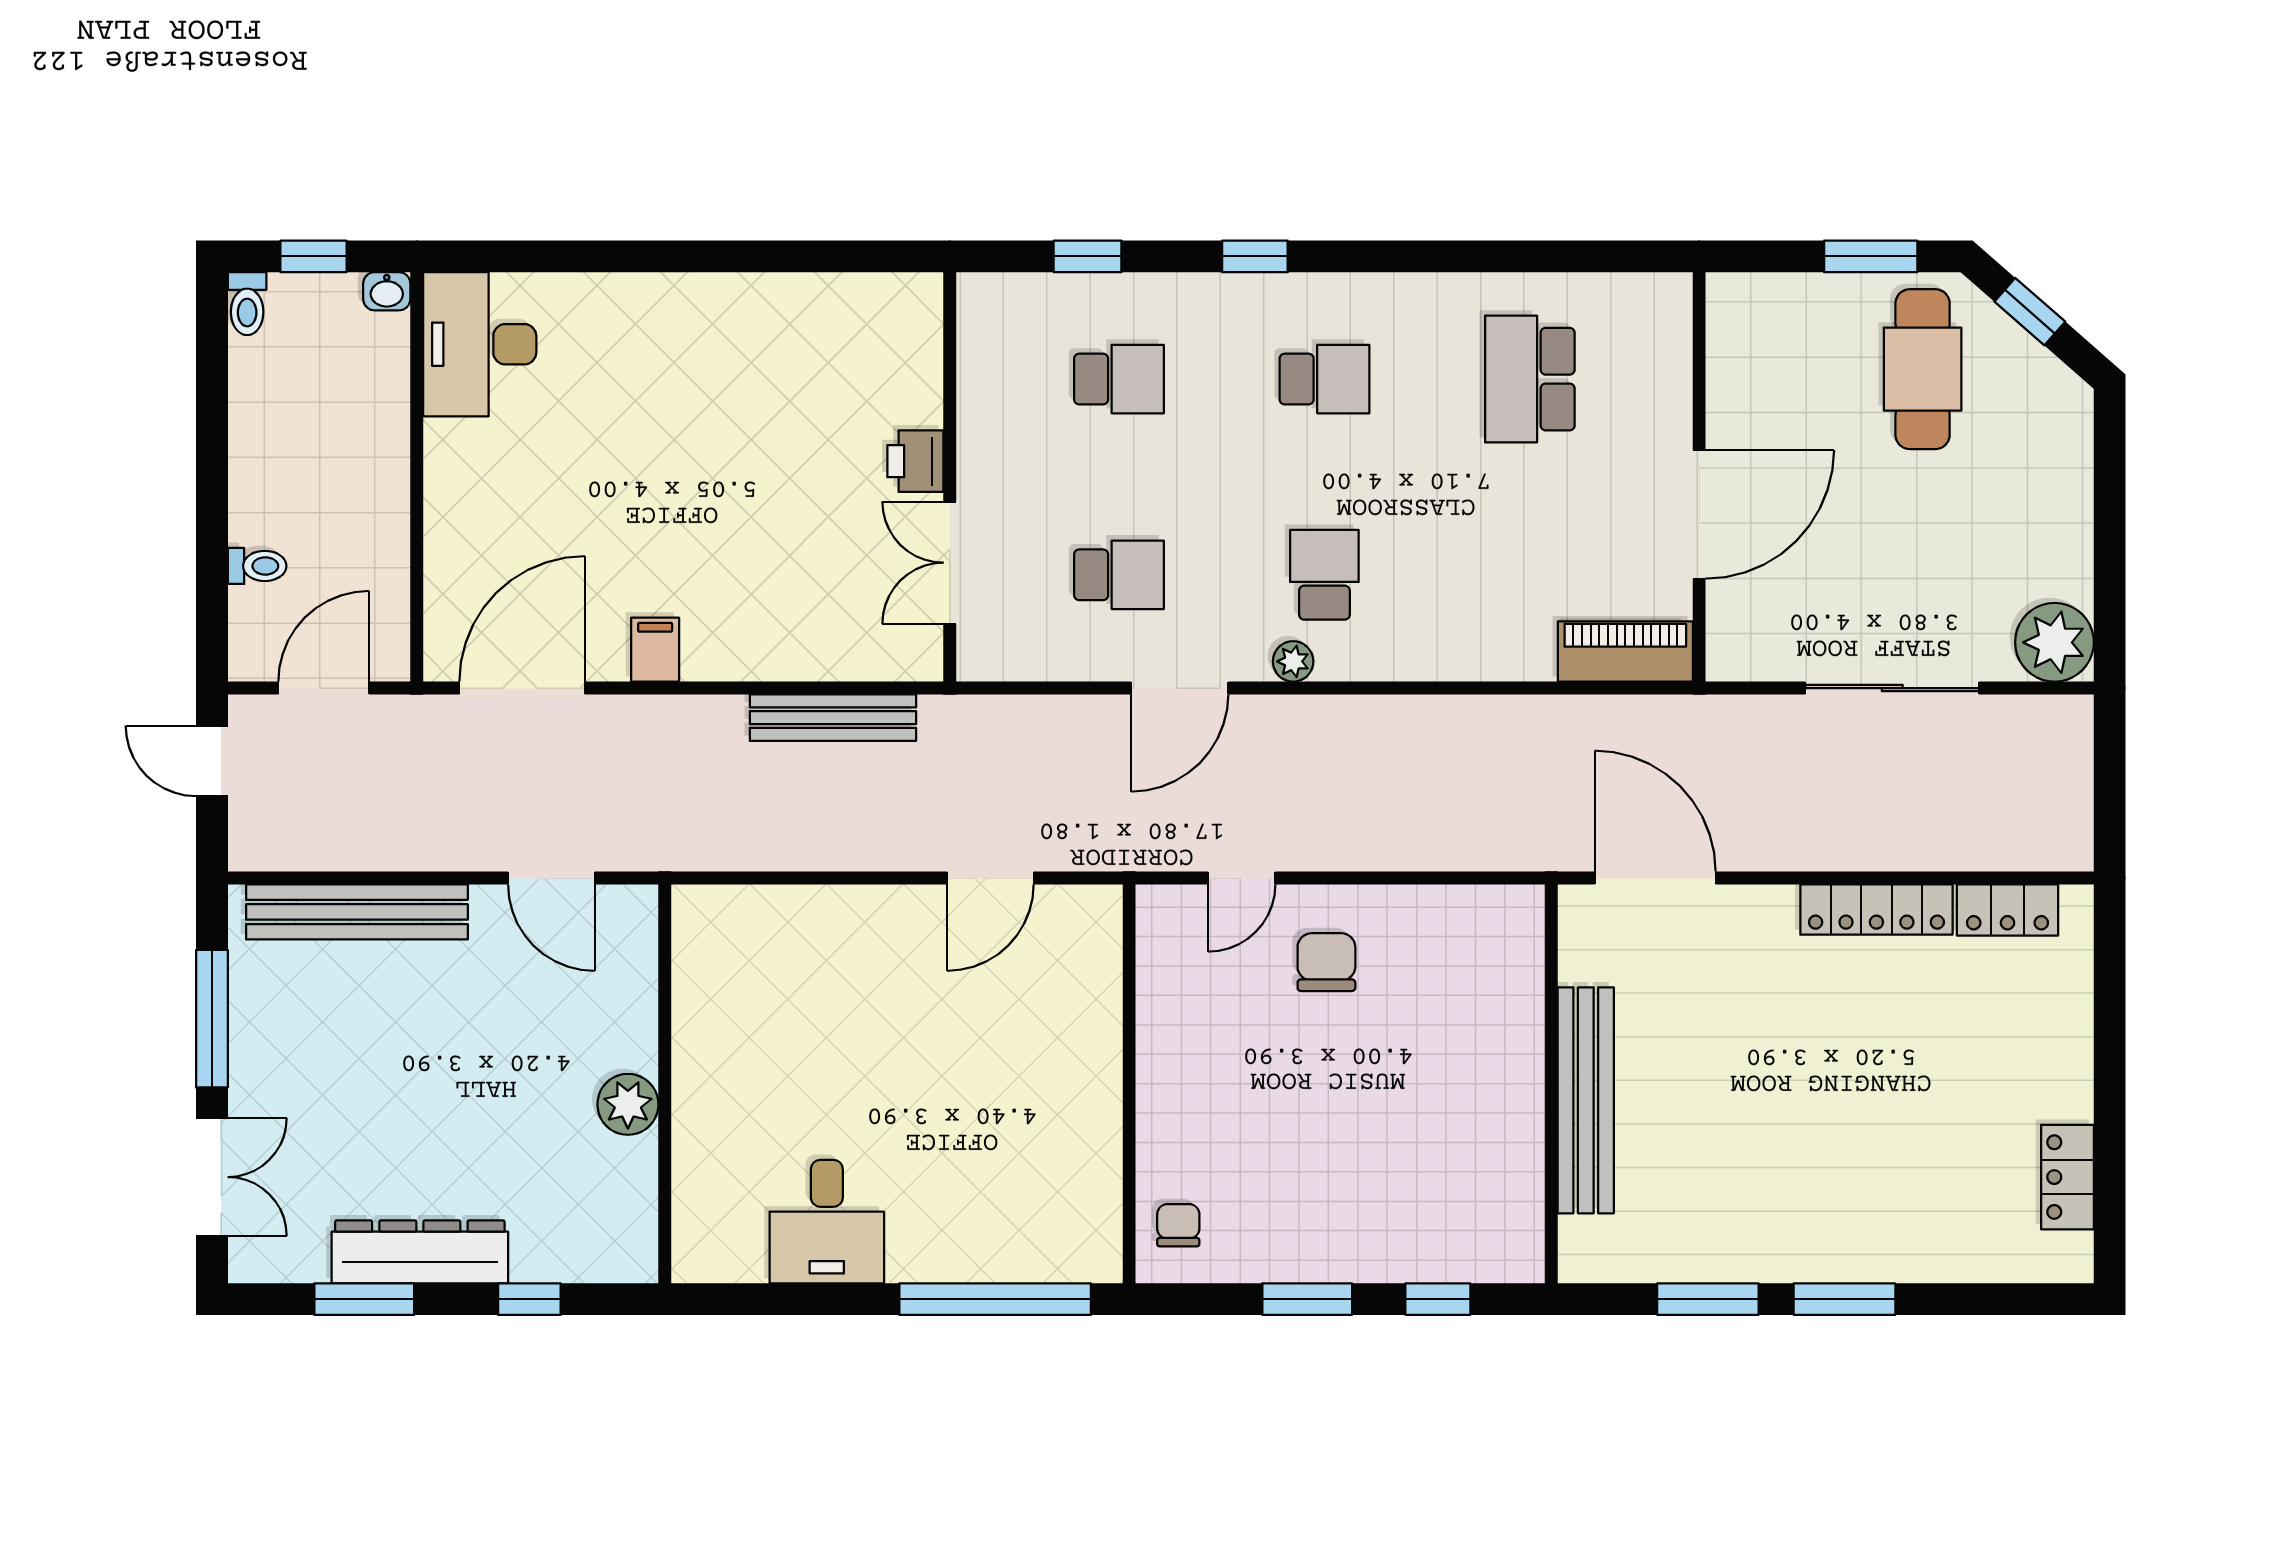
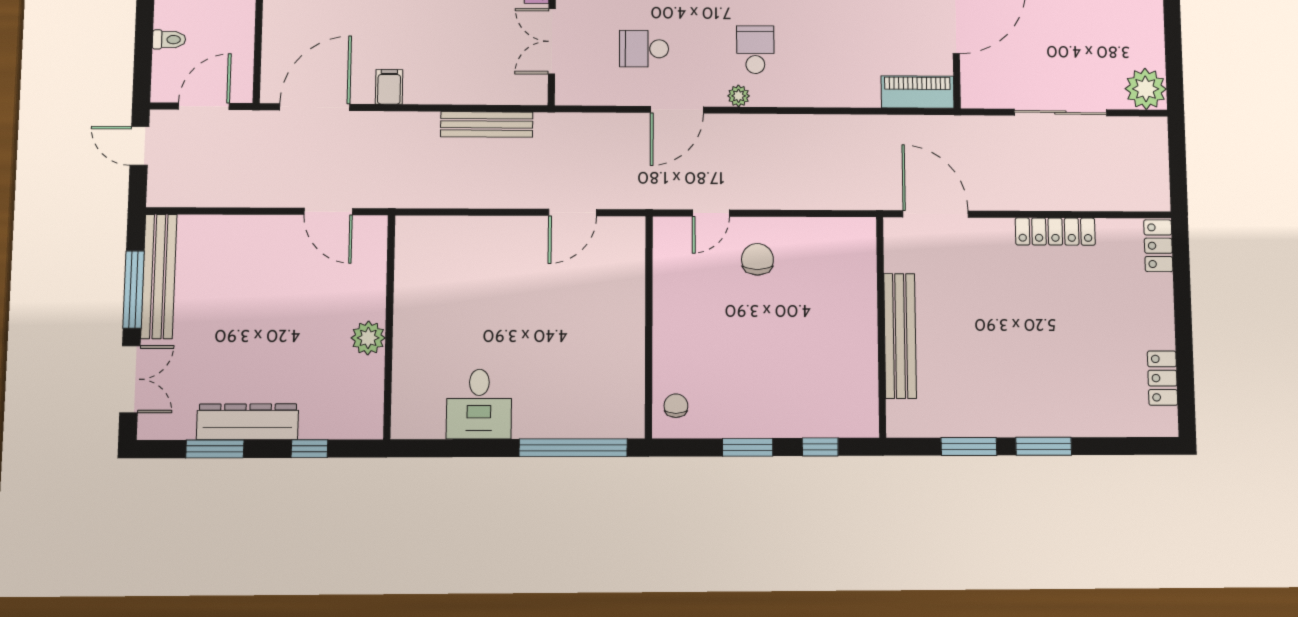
school desk: (1119, 575) -> (644, 49), turned 180
locker: (2007, 910) -> (1158, 246), moved, turned 90
bench: (357, 912) -> (159, 276), moved, turned 90

